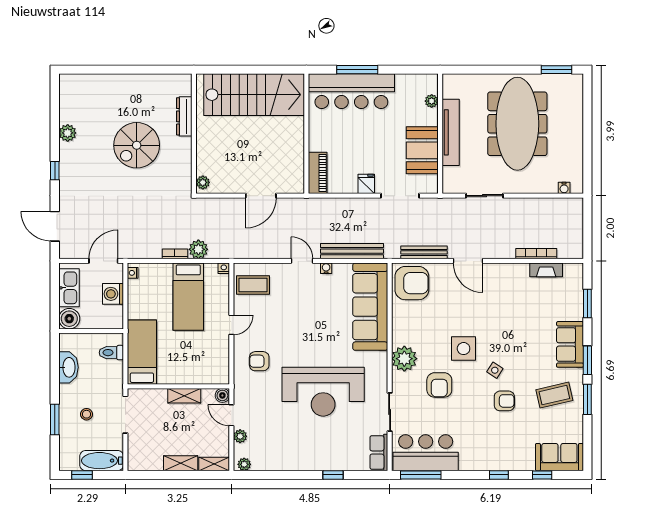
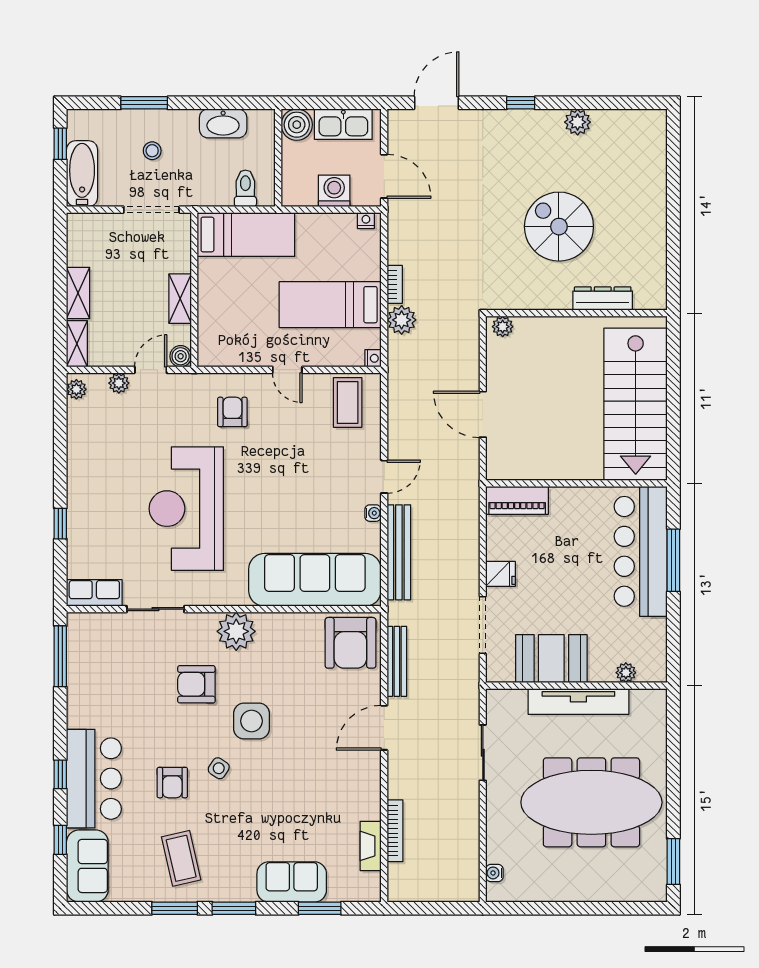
sofa: (570, 344) -> (292, 882), moved
bar counter: (426, 453) -> (94, 779), moved

